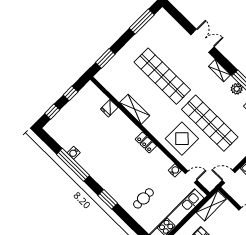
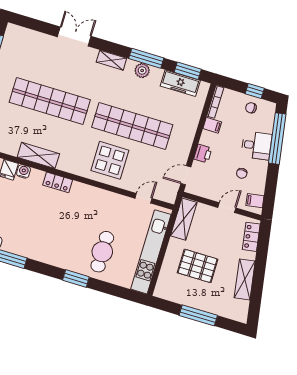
locker: (146, 142) -> (58, 182), moved
water cooler: (175, 170) -> (24, 171), moved
cafe table: (143, 198) -> (102, 252), width x1.37, depth x1.35
window: (108, 199) -> (76, 278), moved

